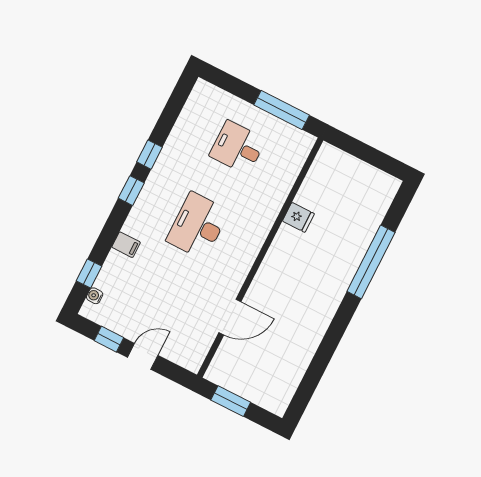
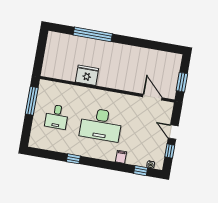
window: (131, 191) -> (94, 162), removed
fridge: (298, 217) -> (87, 75), width x1.88, depth x1.34
desk: (198, 226) -> (101, 125), width x1.36, depth x1.30
door: (230, 317) -> (152, 97), moved

